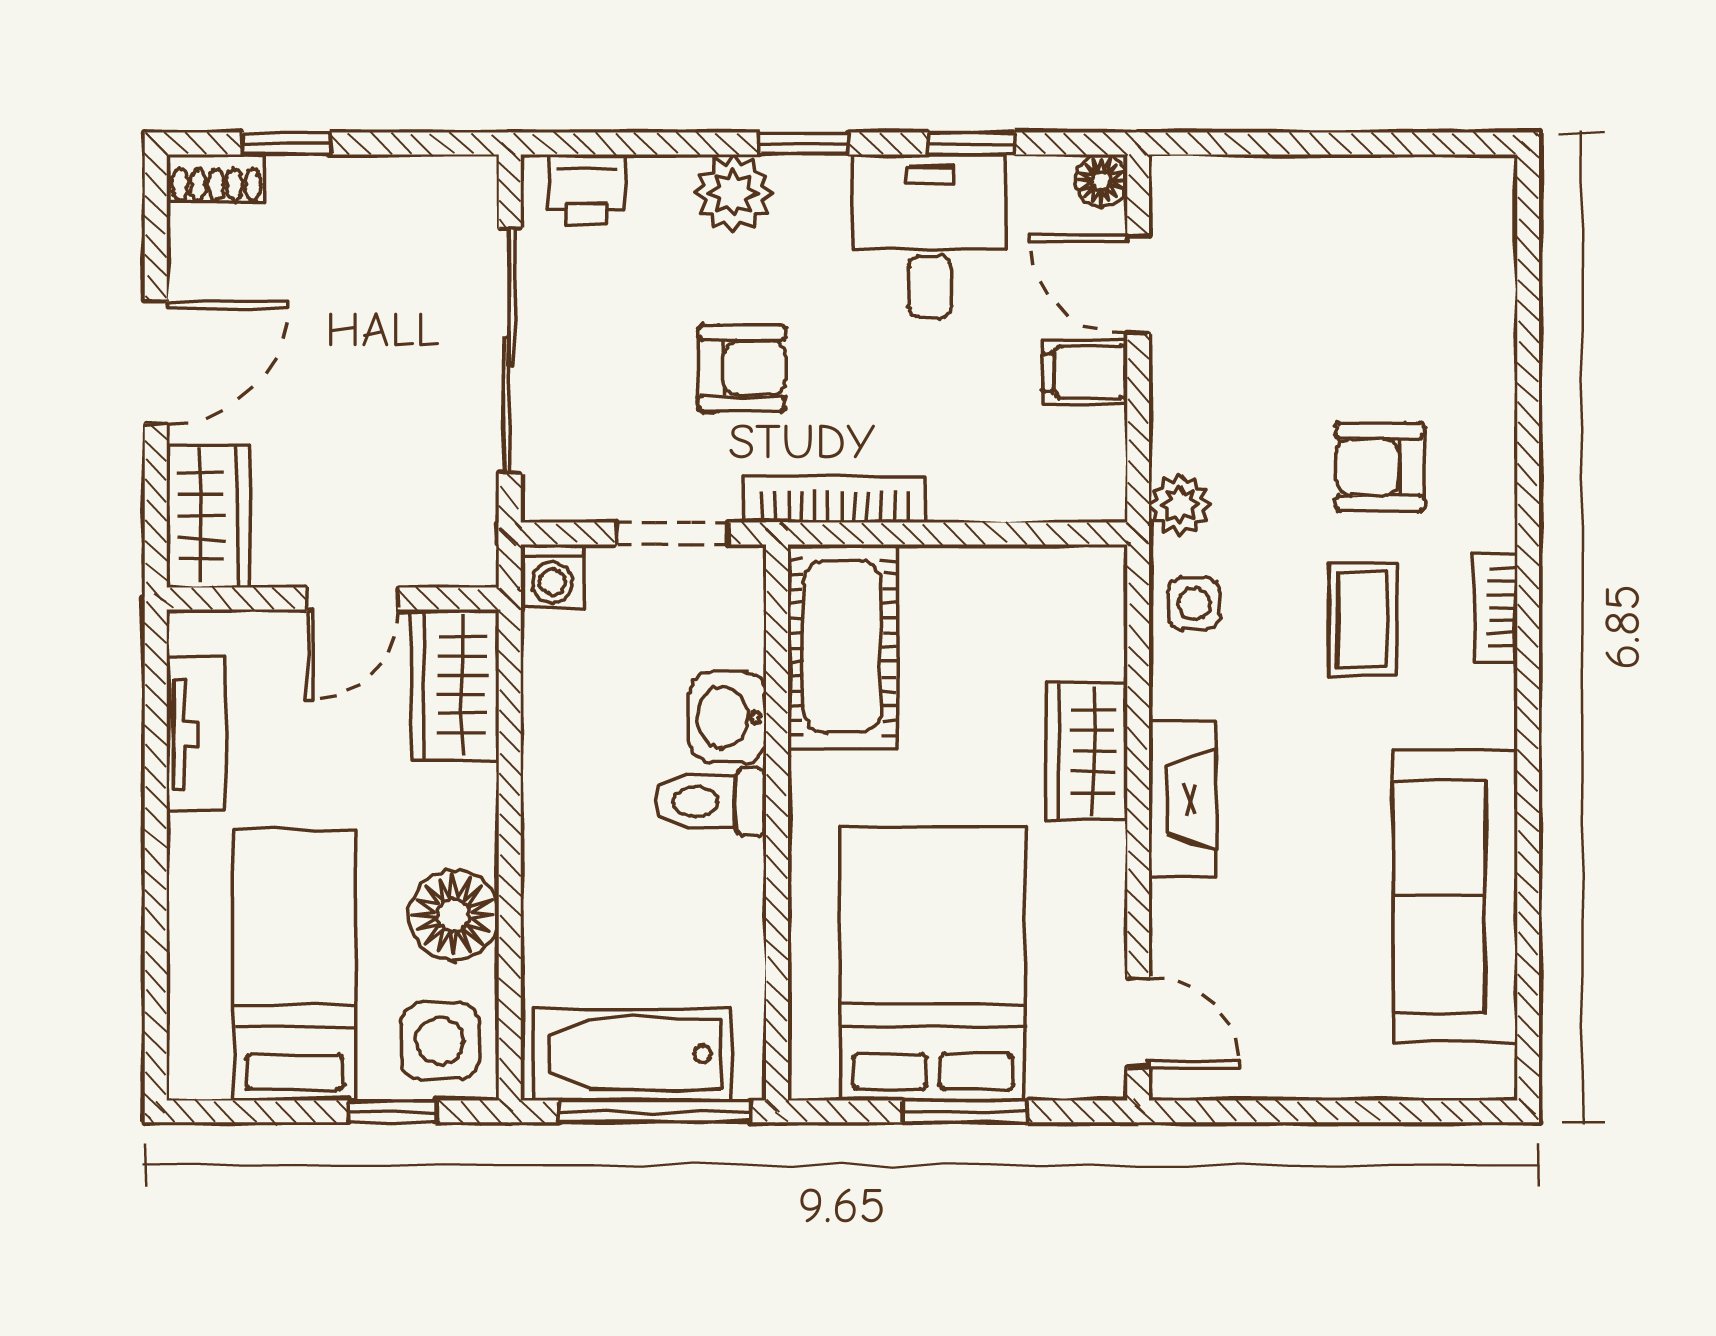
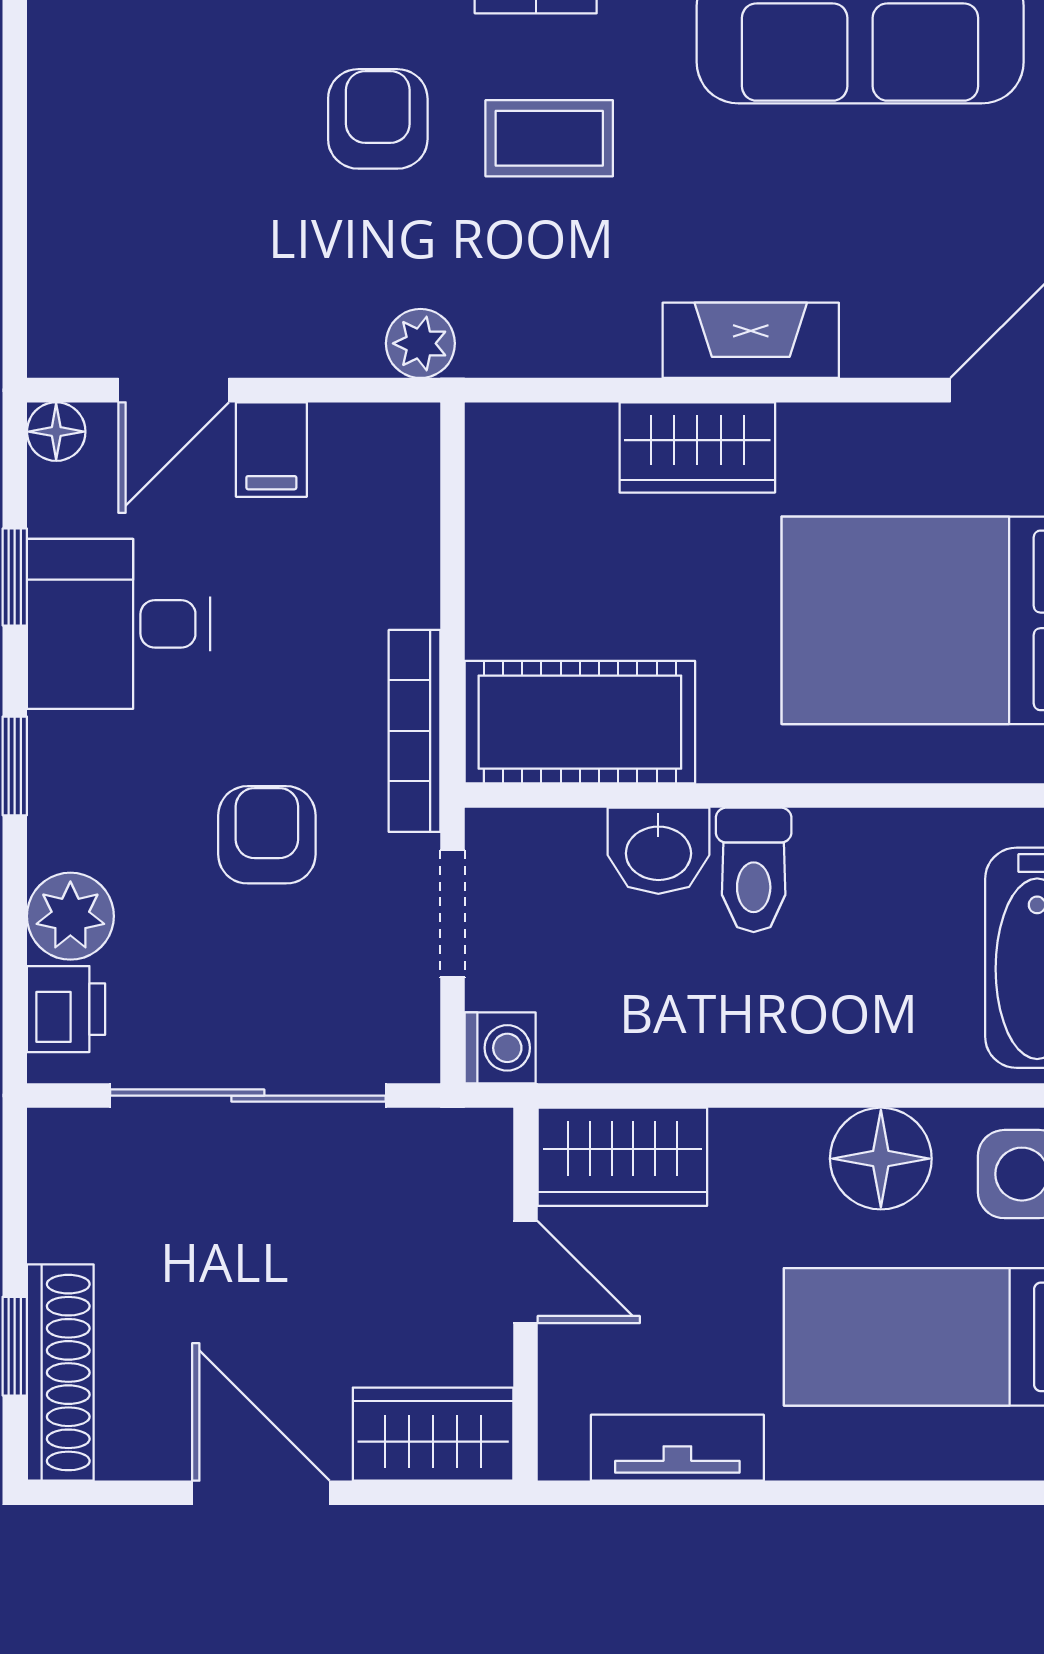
shoe rack: (216, 178) -> (60, 1373), width x1.94, depth x1.24
plant: (733, 193) -> (70, 916), moved
armchair: (1380, 467) -> (378, 119), turned 180
side table: (1194, 604) -> (531, 327), removed

